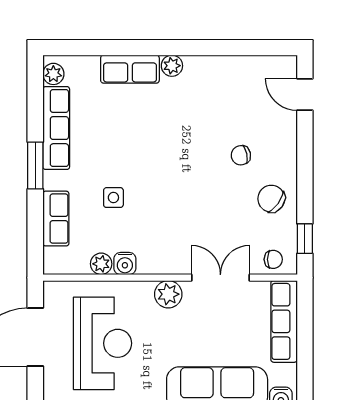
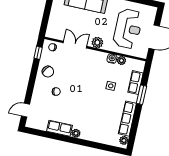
row of seats: (130, 69) -> (59, 128), moved
door: (305, 95) -> (25, 110), swing flipped
window: (35, 165) -> (141, 95), moved
double door: (220, 278) -> (75, 45), swing flipped
row of seats: (284, 321) -> (54, 22), removed
reception desk: (103, 343) -> (128, 29), turned 180

